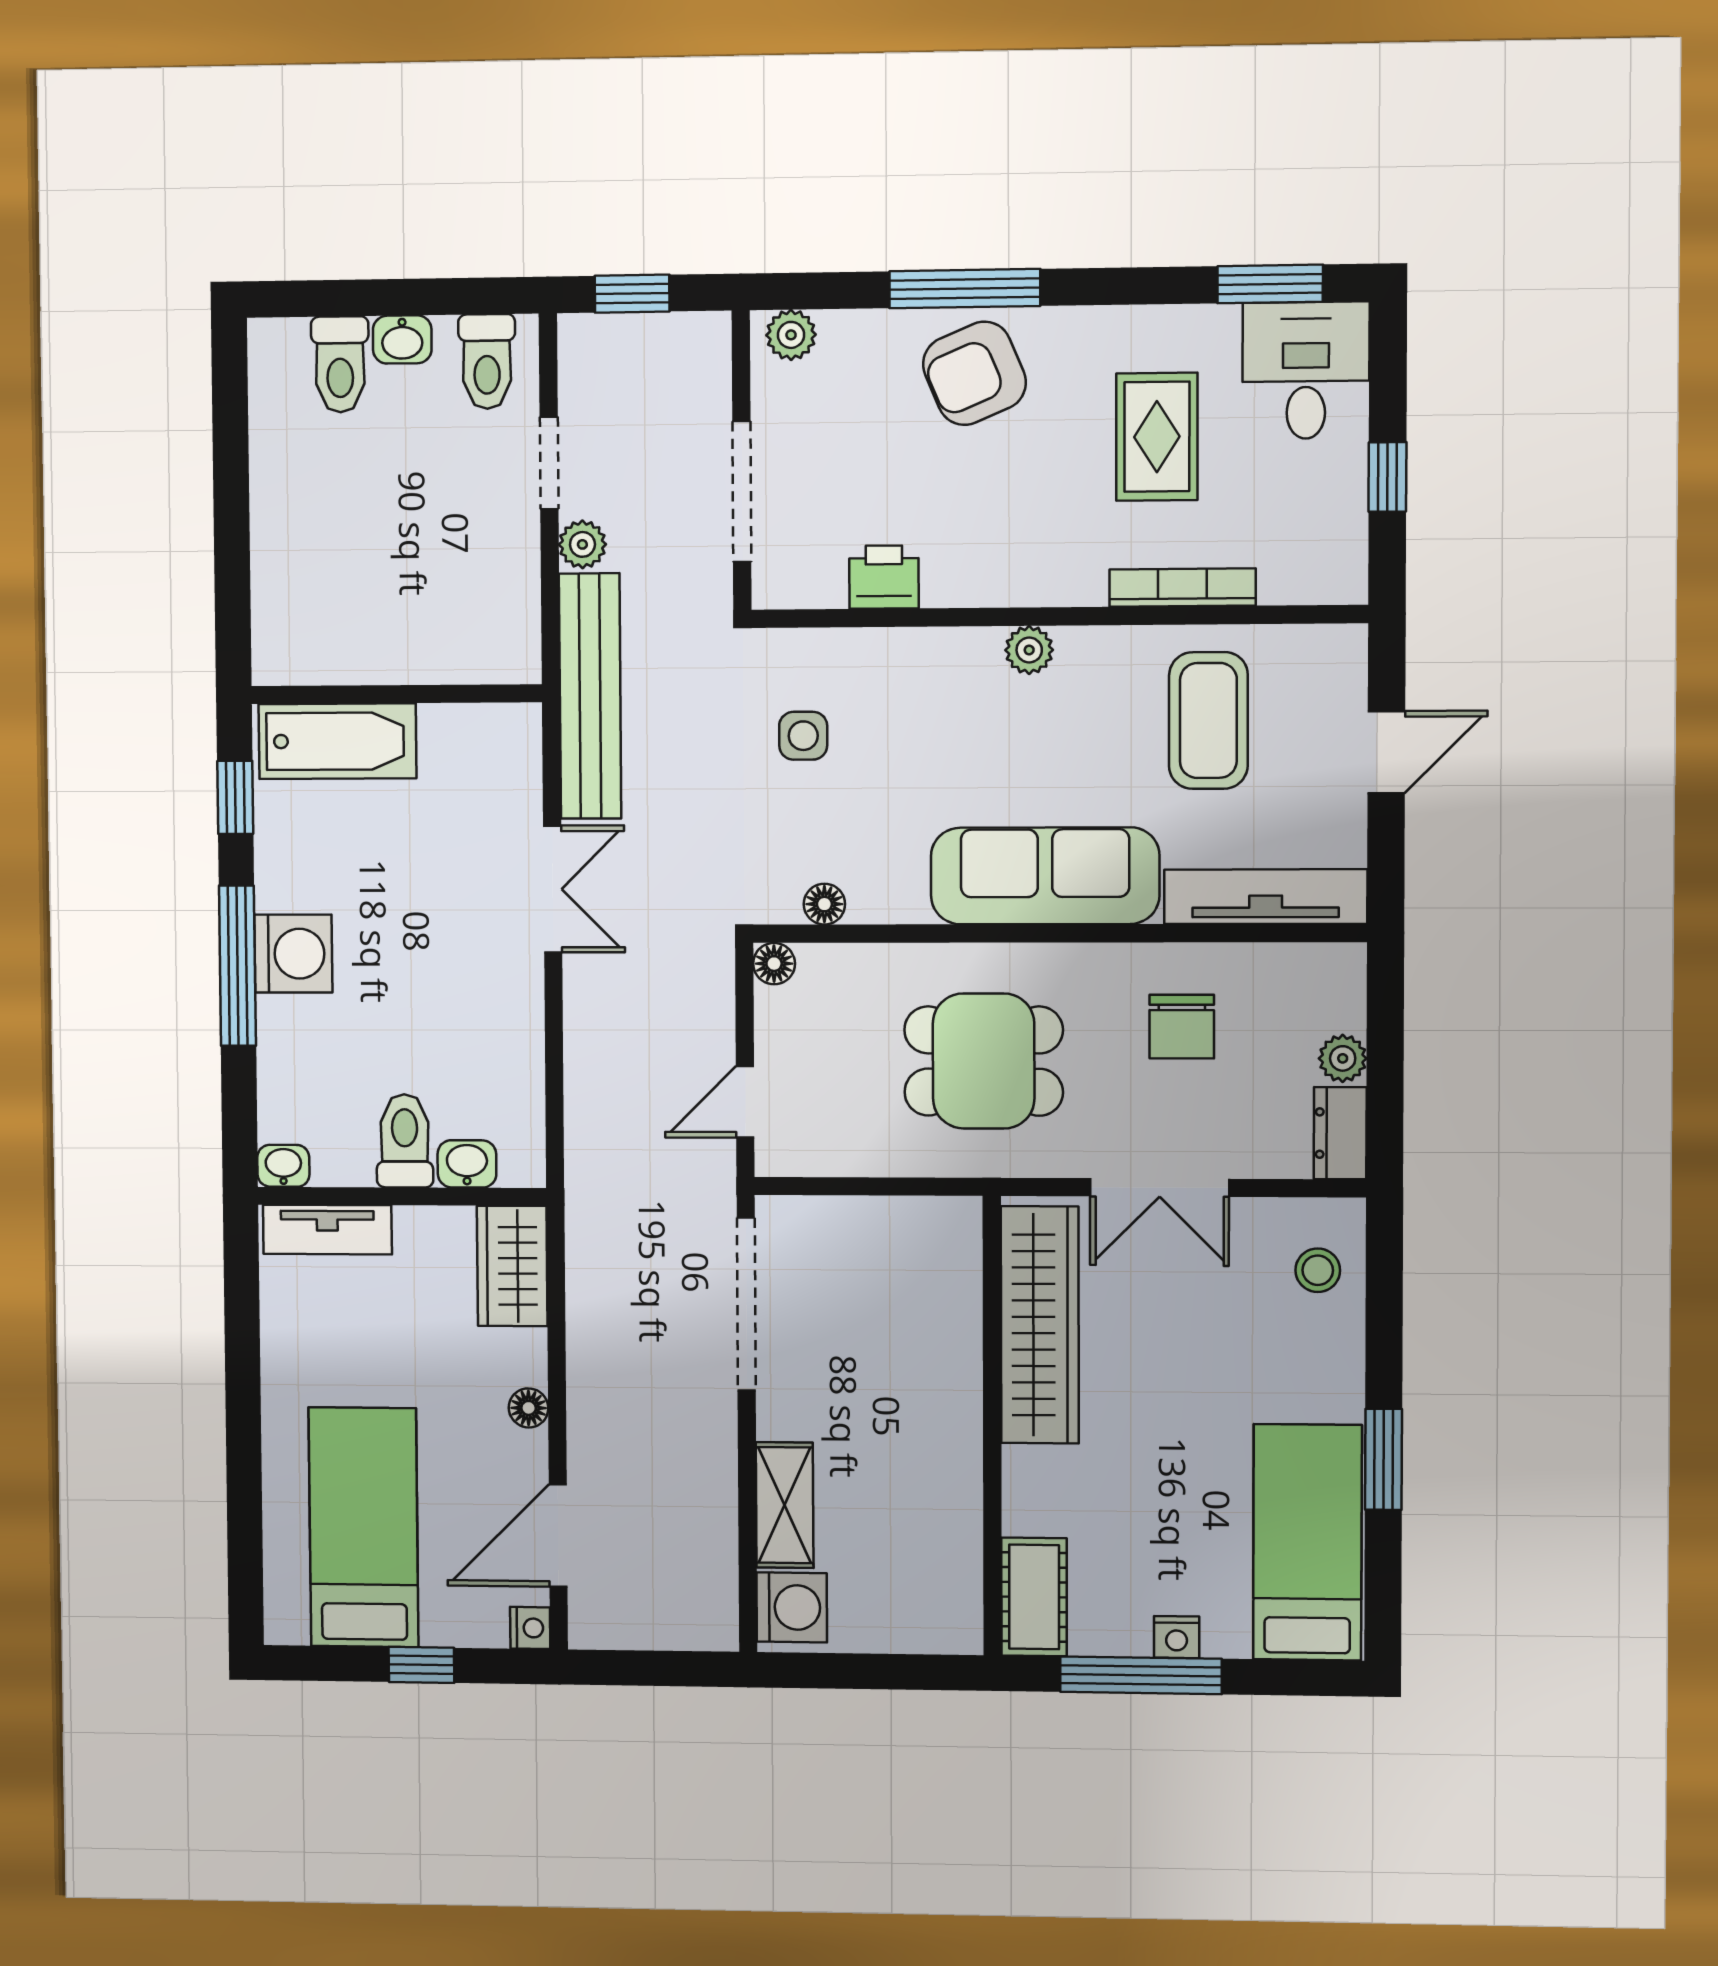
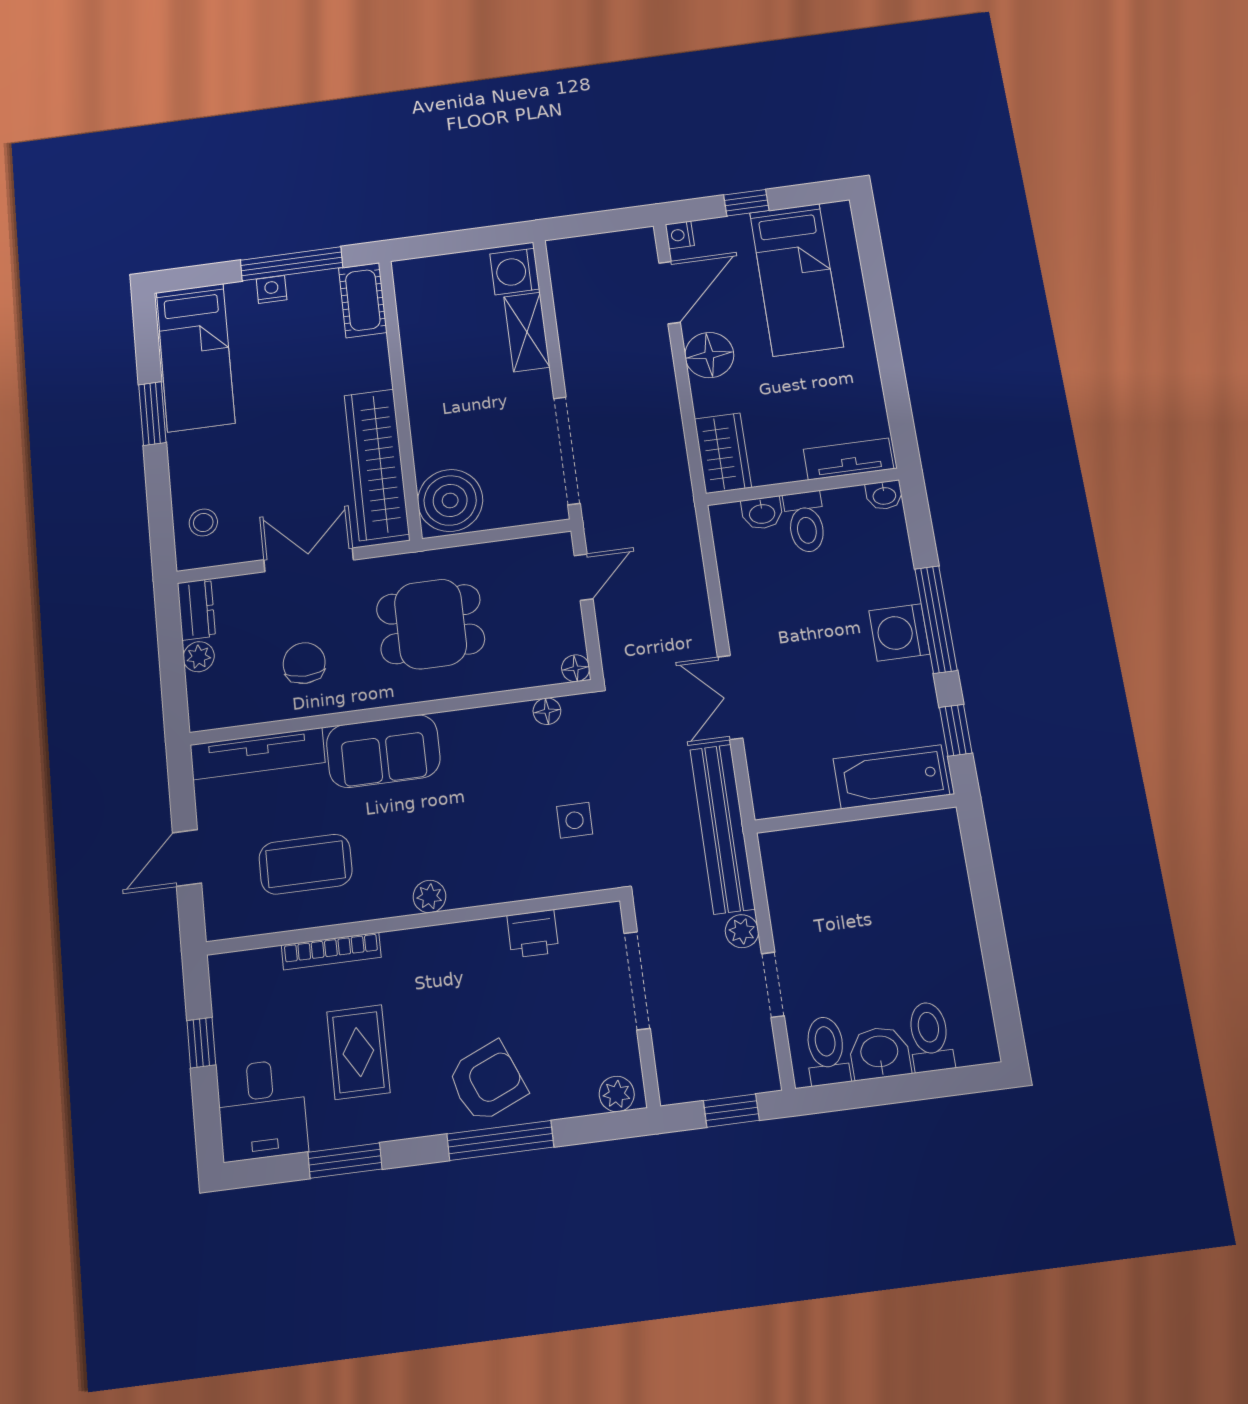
window: (1270, 284) -> (345, 1161), moved
washbasin: (402, 340) -> (880, 1053), width x1.38, depth x1.45
coffee table: (1208, 720) -> (306, 864), turned 90
sofa: (1045, 876) -> (383, 751), width x0.73
boiler: (933, 1251) -> (450, 500), added
floor lamp: (529, 1408) -> (709, 355), width x1.89, depth x1.89

